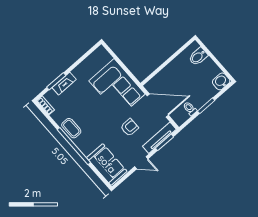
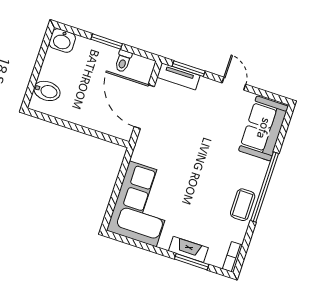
corner sofa: (117, 87) -> (143, 204), moved
armchair: (129, 127) -> (196, 127), removed
tv unit: (159, 138) -> (179, 76), width x0.71

